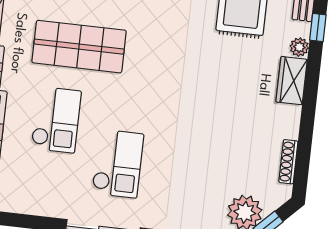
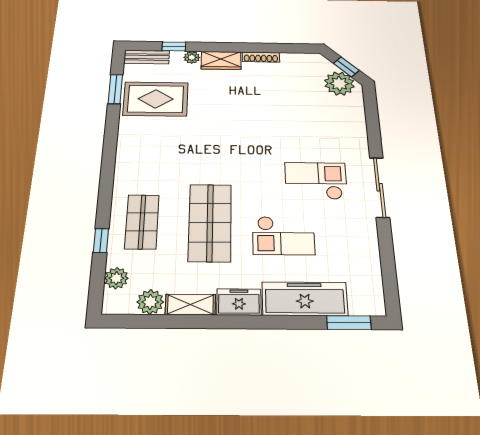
checkout: (56, 120) -> (283, 236), turned 180
shoe rack: (288, 162) -> (261, 57), moved

